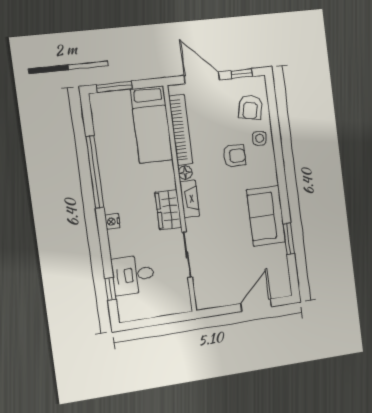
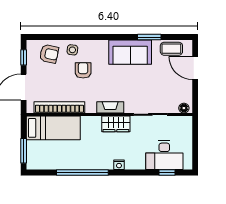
floor lamp: (185, 173) -> (184, 108), moved
coffee table: (277, 270) -> (171, 49), added
desk: (133, 275) -> (164, 155), width x1.37

